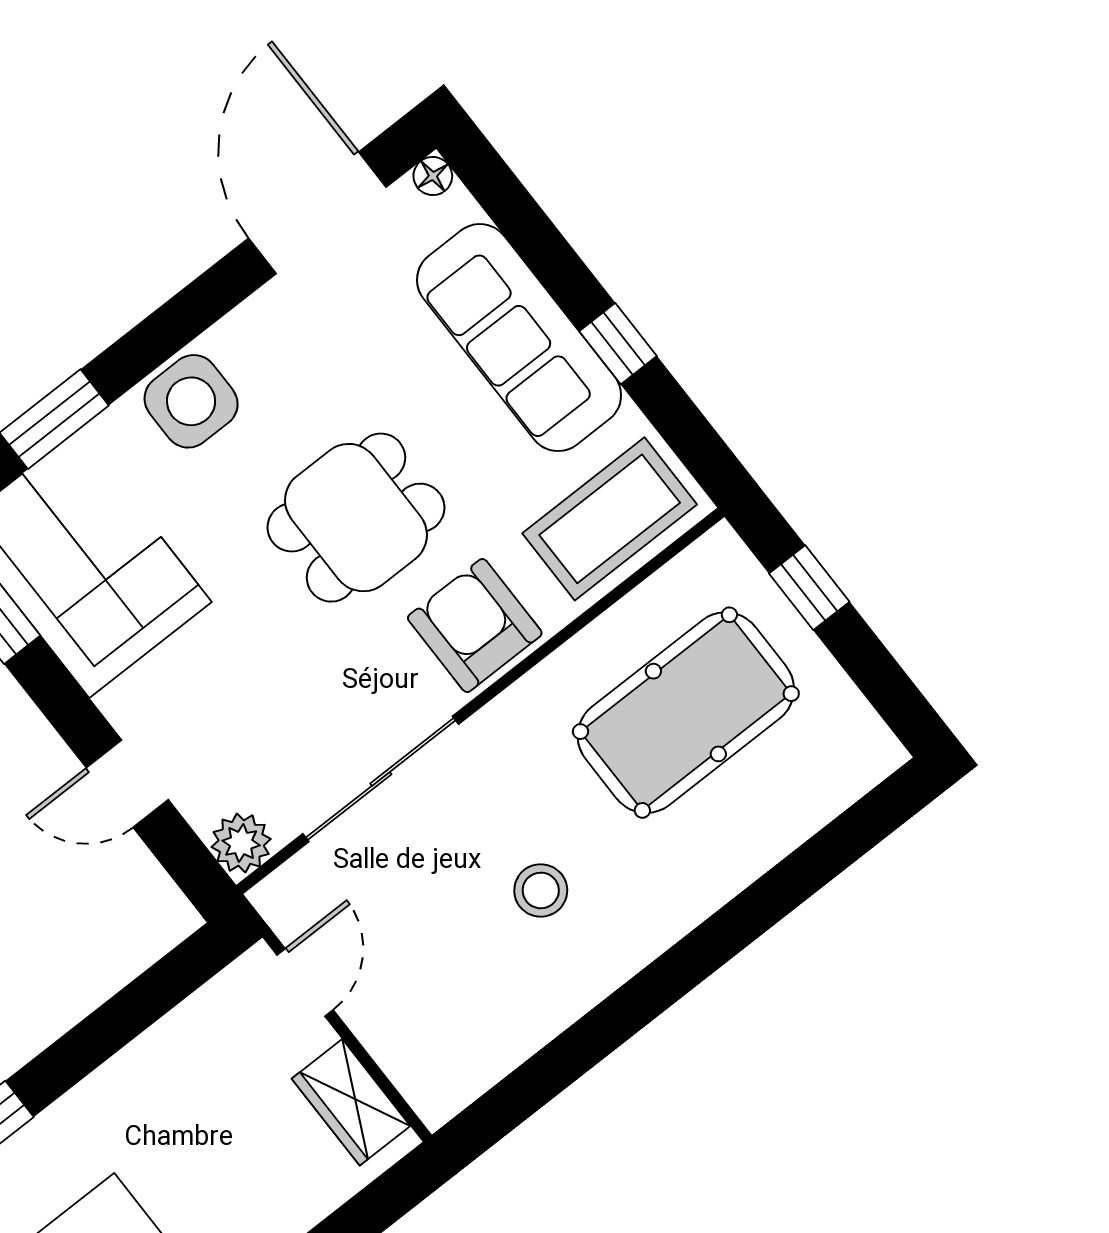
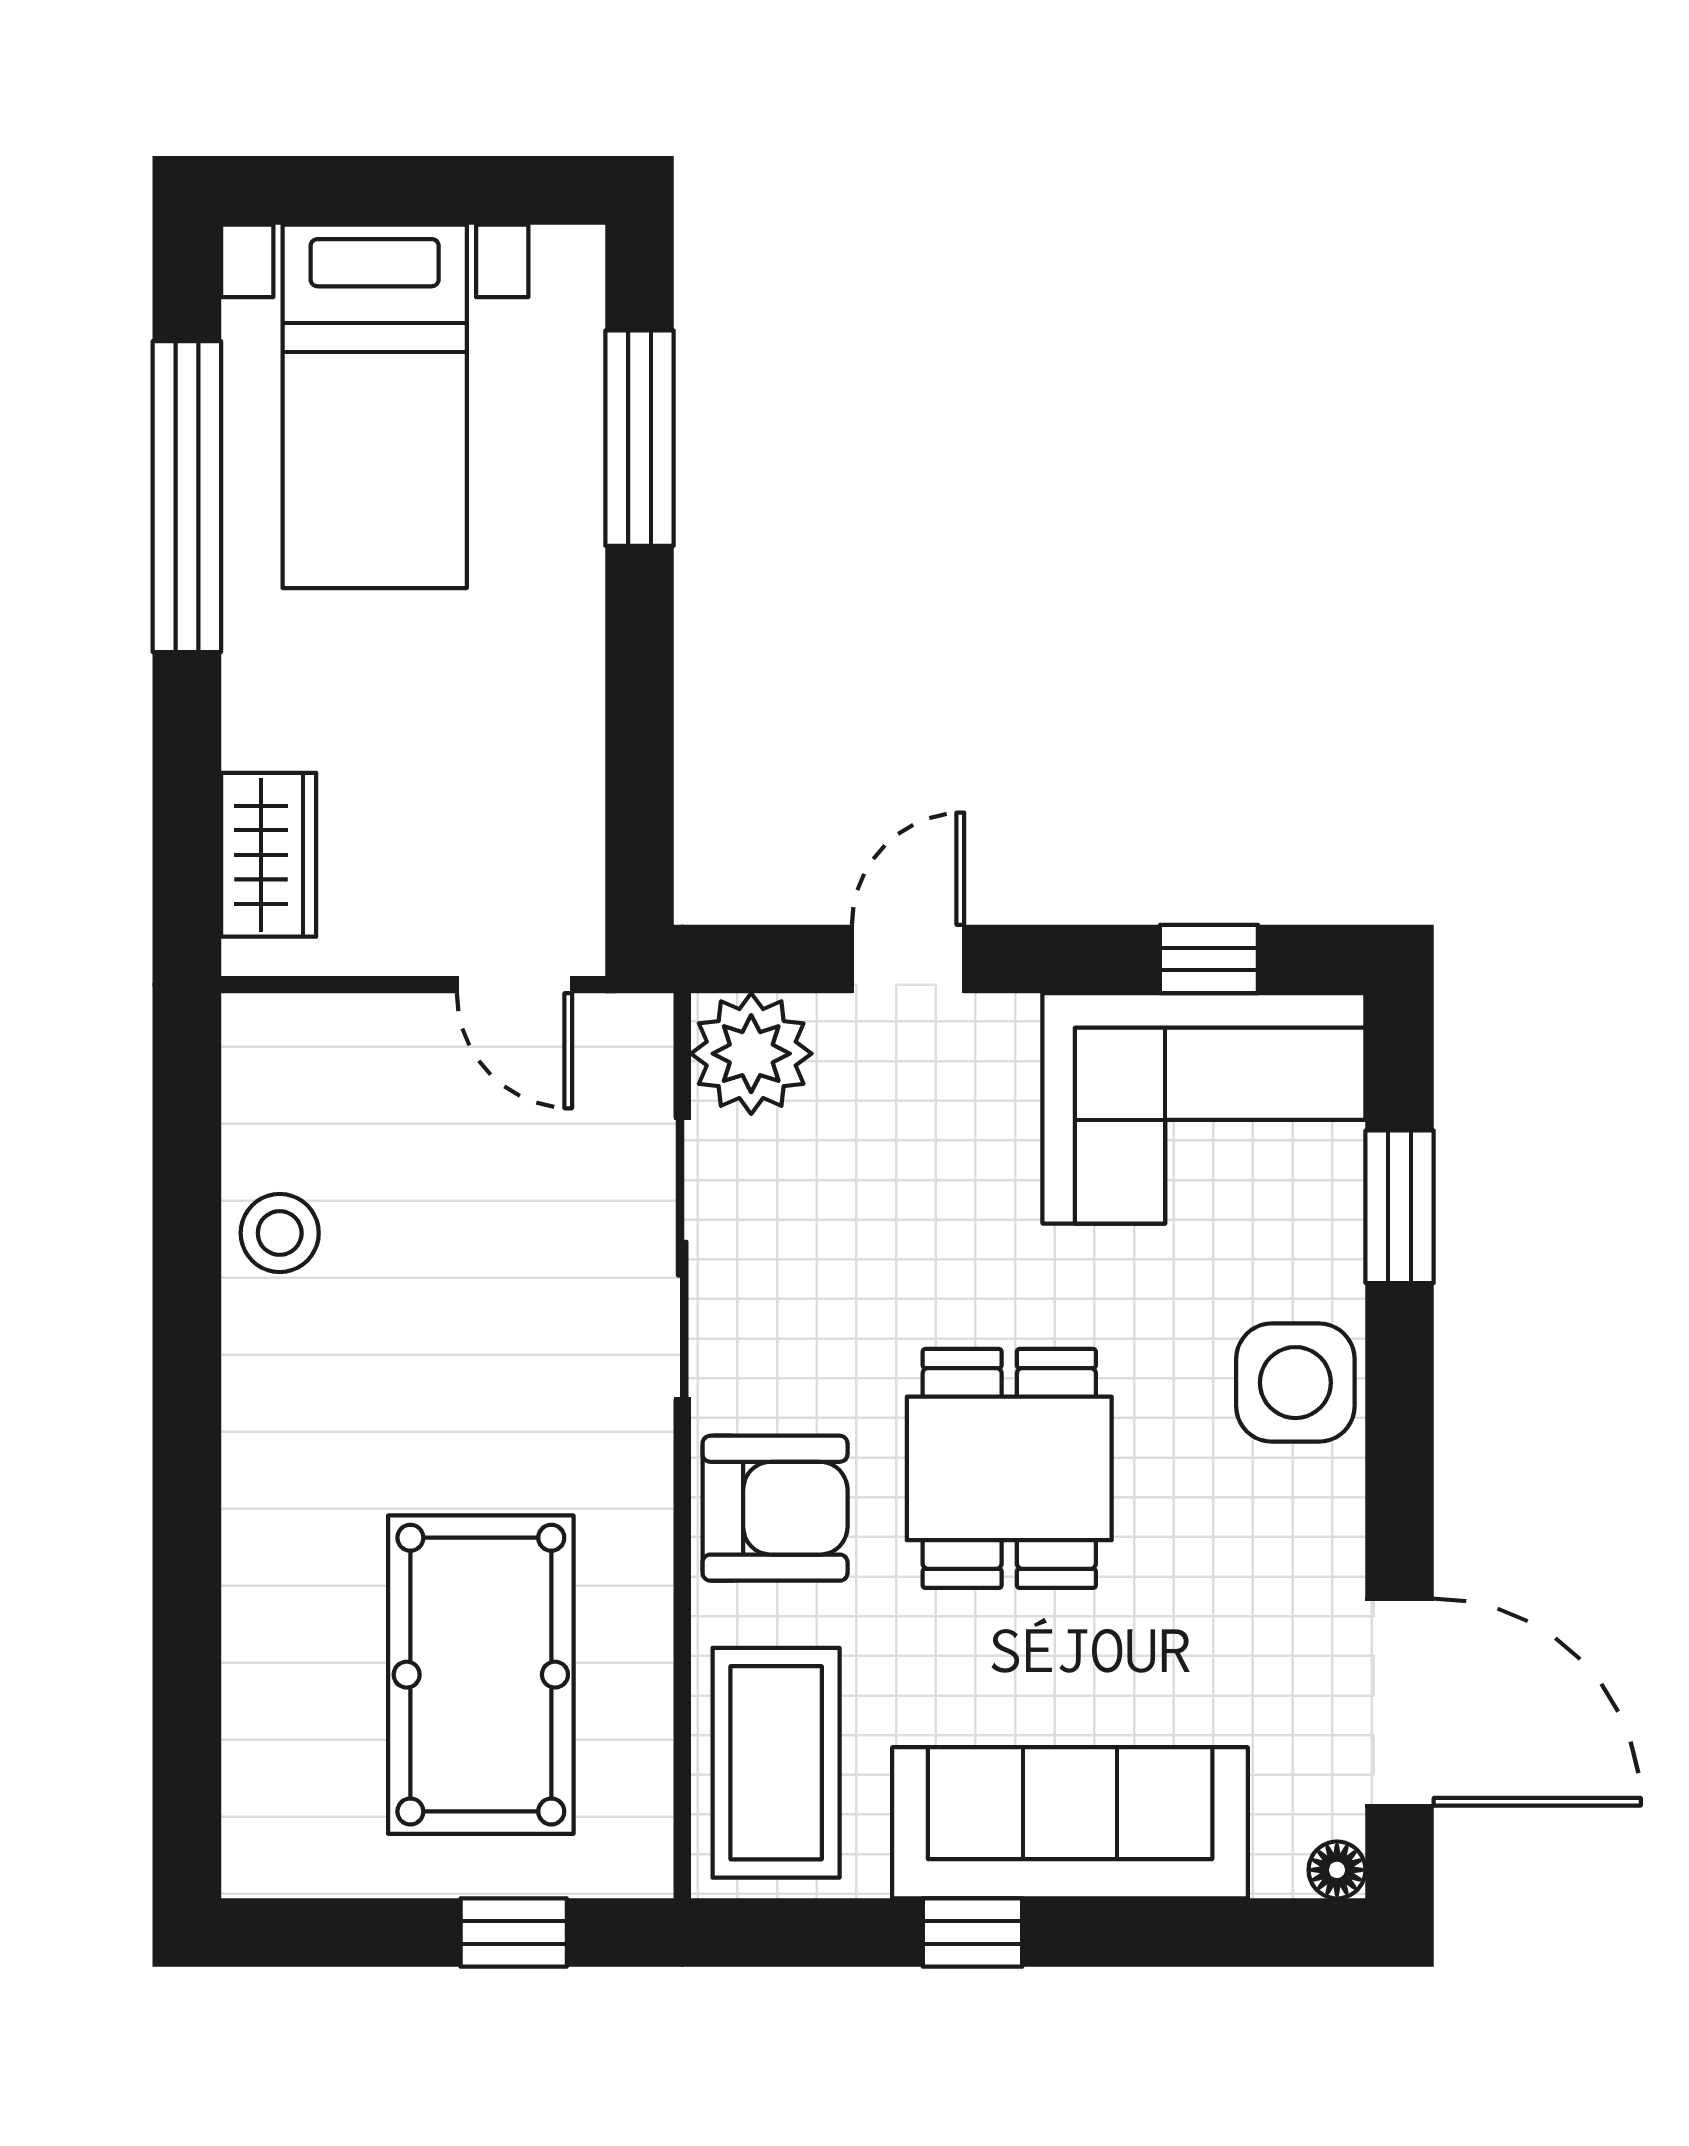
plant: (241, 843) -> (751, 1054), width x1.36, depth x1.36
stool: (541, 890) -> (280, 1233), moved
wardrobe: (351, 1102) -> (269, 855), moved, turned 90

